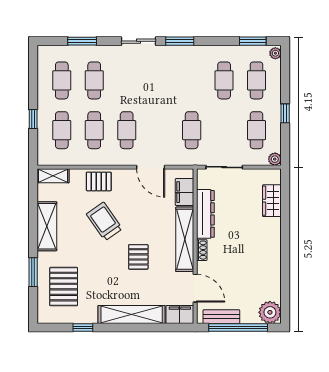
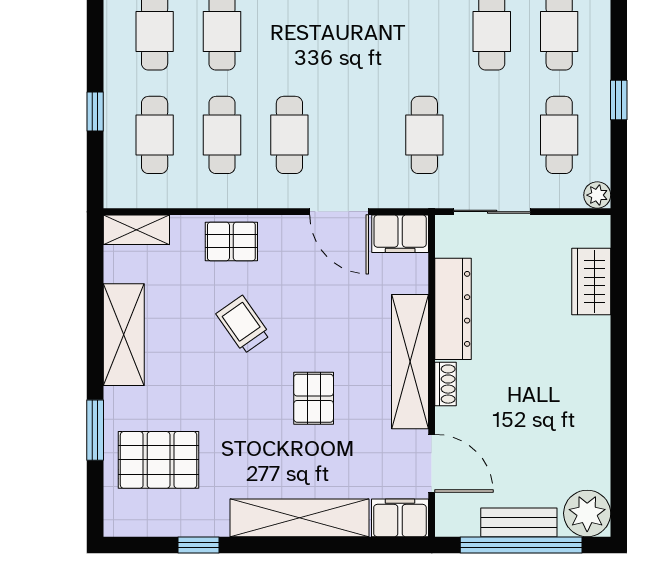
filing cabinet: (184, 192) -> (400, 234), moved, turned -90
trolley: (104, 221) -> (243, 325), width x0.73, depth x0.72
pallet: (64, 287) -> (159, 460), turned 90
bench: (221, 317) -> (519, 522), moved

